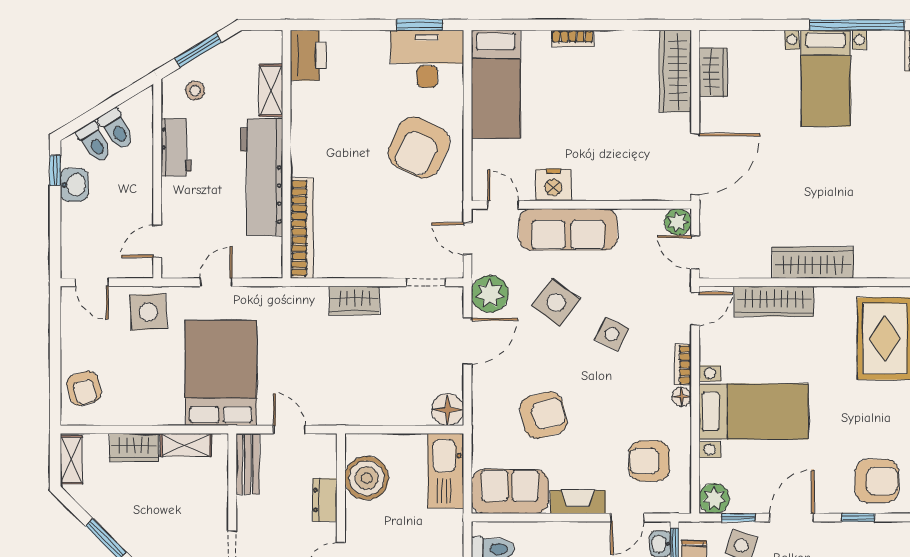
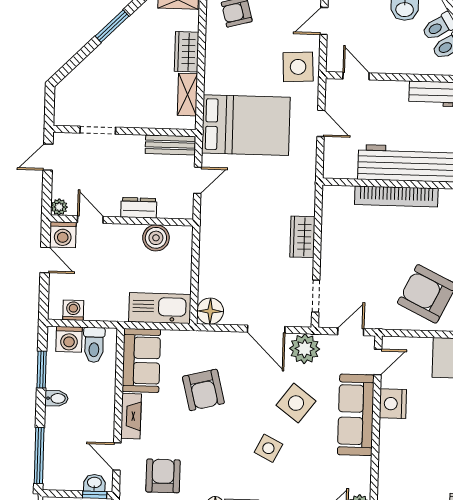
bookcase: (302, 228) -> (396, 196), moved
boiler: (367, 478) -> (156, 238), width x0.73, depth x0.73

